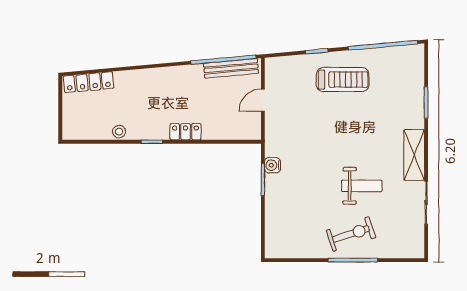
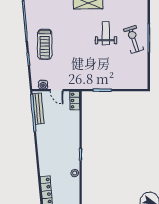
treadmill: (343, 80) -> (45, 44), turned 180
locker: (186, 132) -> (75, 101), moved
water cooler: (273, 165) -> (43, 85), moved

